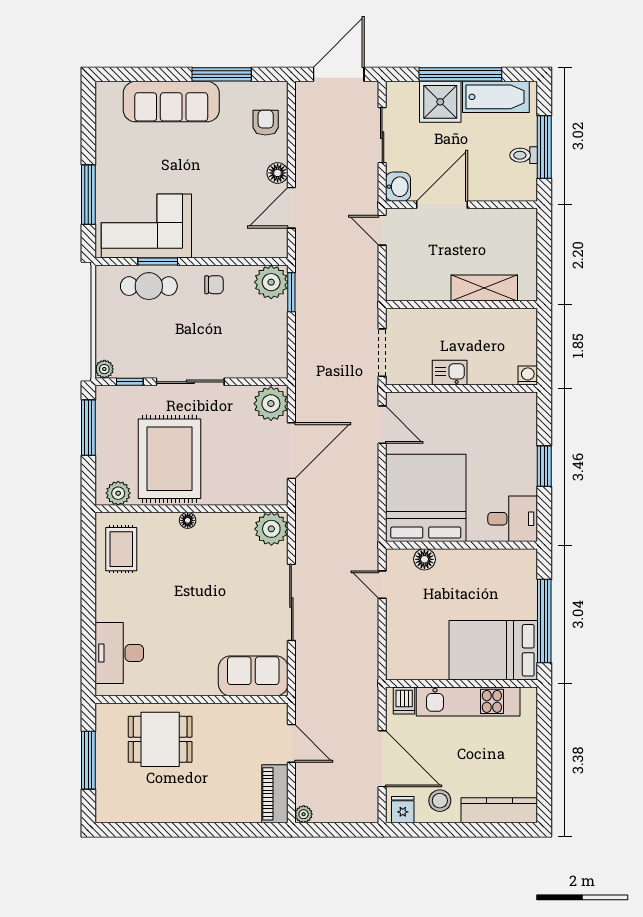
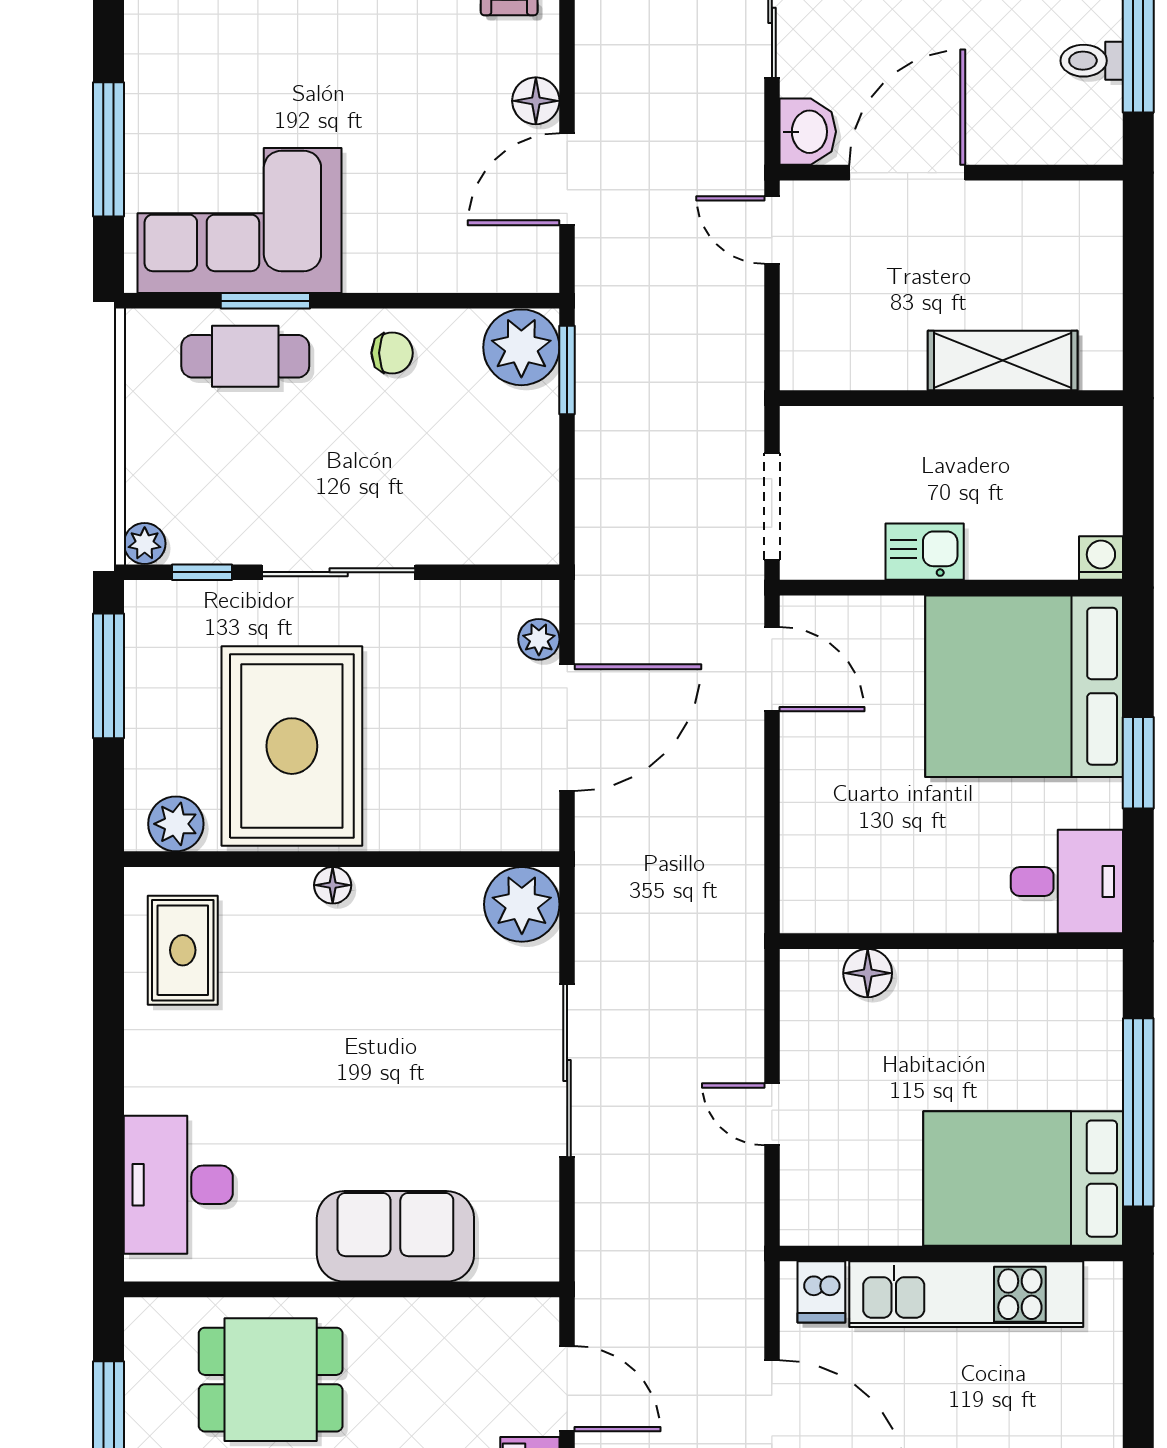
plant: (271, 404) -> (539, 639), width x0.53, depth x0.53
bed: (426, 498) -> (1024, 686), moved, turned -90
door: (382, 585) -> (772, 1114), moved
sofa: (253, 676) -> (395, 1236), moved

